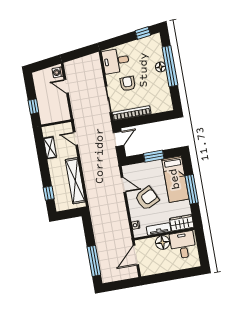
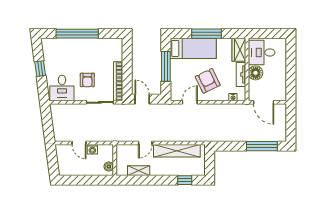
window: (143, 33) -> (40, 69), moved
floor lamp: (161, 67) -> (76, 43), removed
washing machine: (58, 72) -> (92, 149), moved
armchair: (128, 84) -> (87, 80), turned -90
door: (66, 86) -> (79, 143), hinge flipped
window: (33, 106) -> (94, 180), removed
boiler: (49, 119) -> (109, 166), added
door: (75, 139) -> (145, 143), moved
window: (154, 156) -> (166, 66), width x1.44

